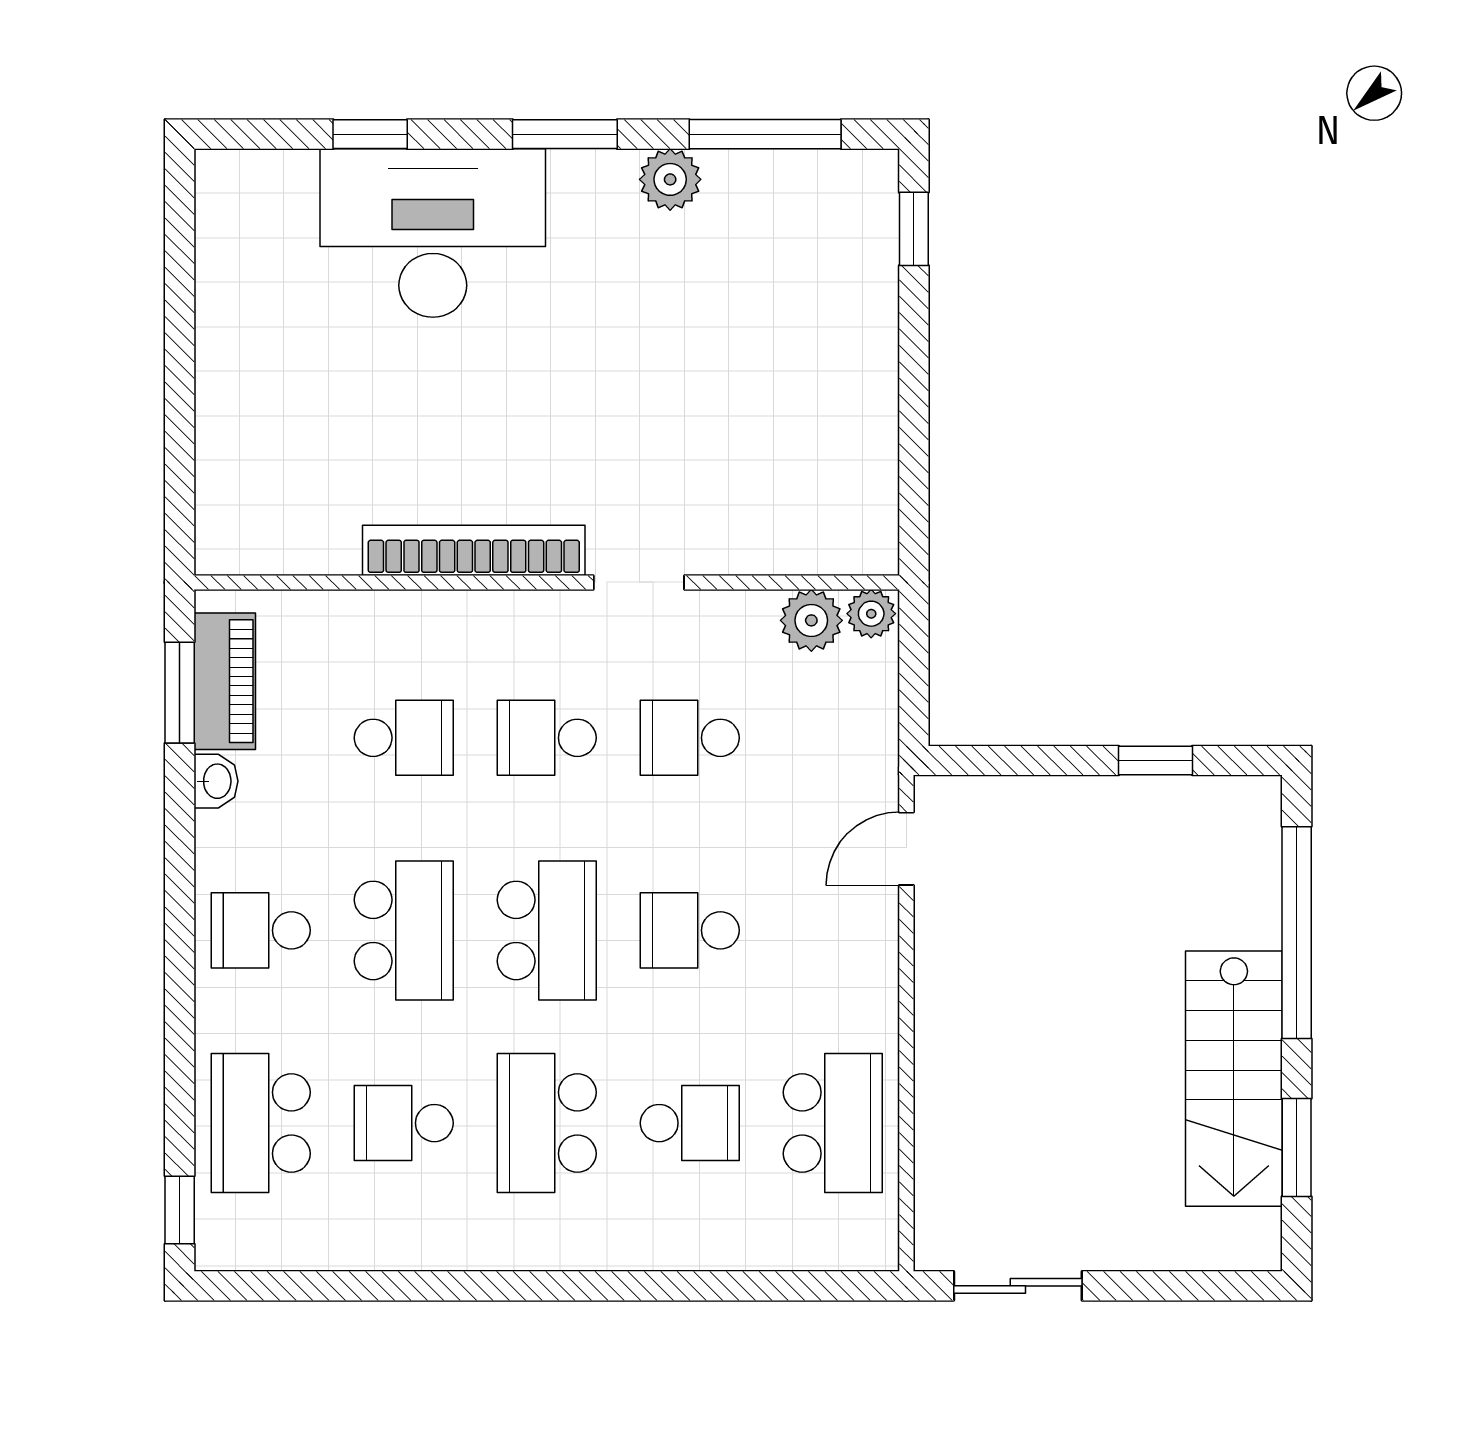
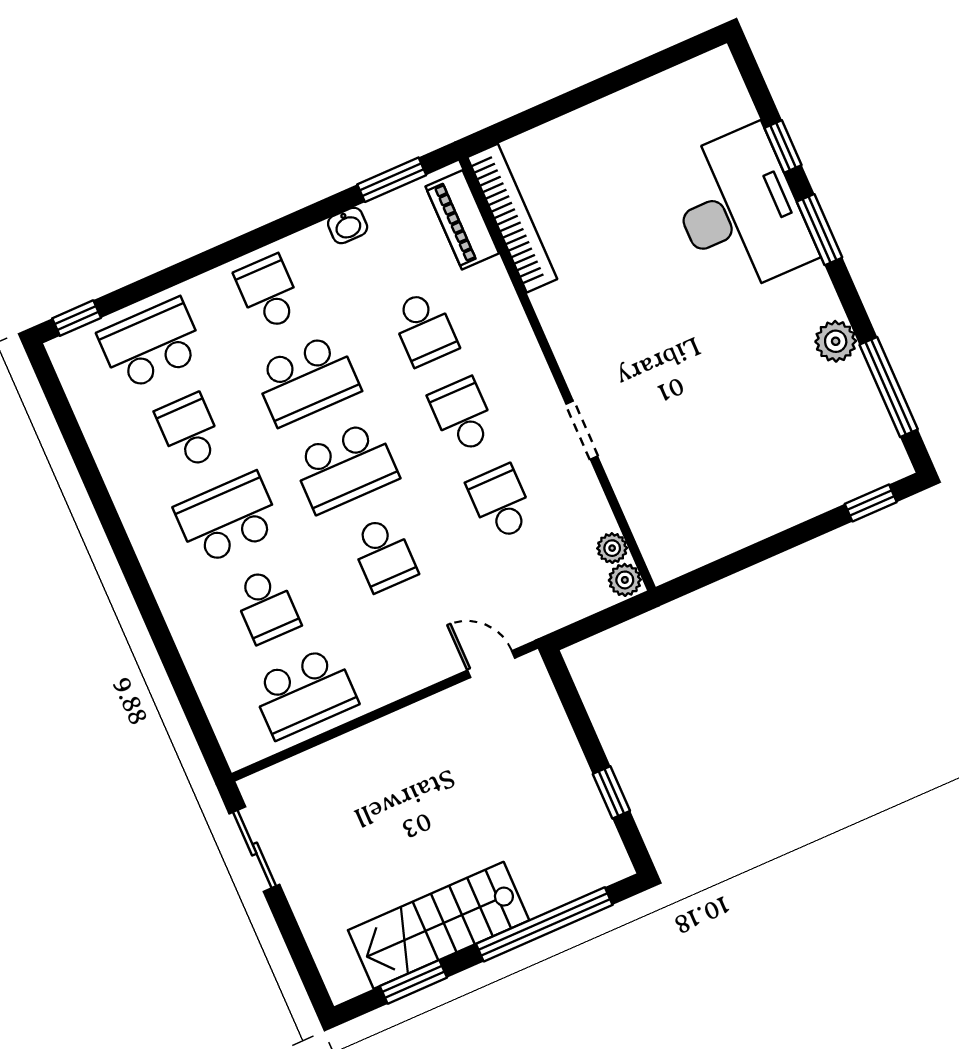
window: (565, 134) -> (820, 230), moved
bookcase: (474, 550) -> (512, 218), moved
plant: (811, 620) -> (612, 548), width x0.73, depth x0.73
piano: (225, 681) -> (462, 220), moved, turned 90
school desk: (690, 930) -> (383, 554), turned 180

